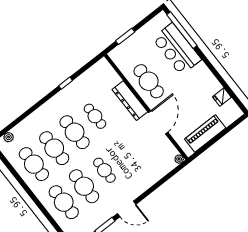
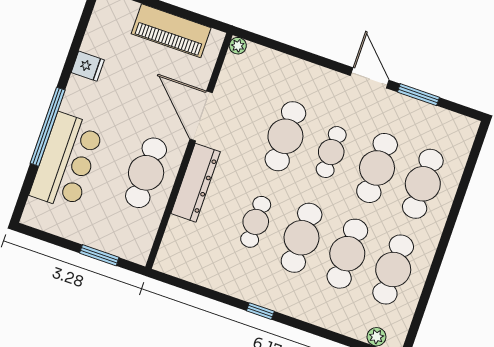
window: (182, 30) -> (48, 127), moved
window: (66, 83) -> (260, 311), moved
fridge: (222, 97) -> (88, 66), moved
door: (158, 122) -> (201, 116), hinge flipped
cafe table: (125, 154) -> (285, 136), added

